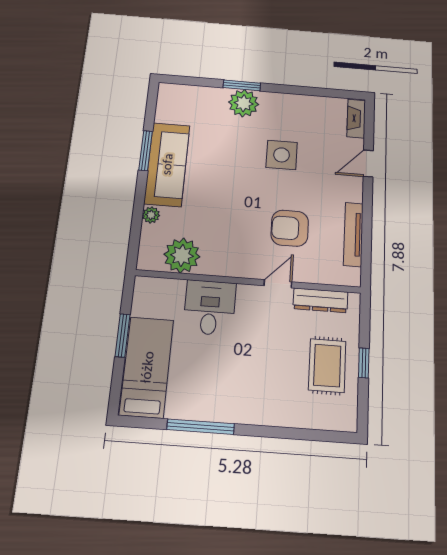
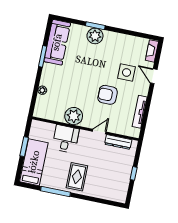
side table: (282, 155) -> (127, 72), moved
door: (368, 163) -> (154, 76), hinge flipped
sofa: (167, 164) -> (57, 42), moved
armchair: (290, 228) -> (108, 95), moved
plant: (182, 255) -> (74, 116), moved
rug: (327, 366) -> (77, 177), moved

